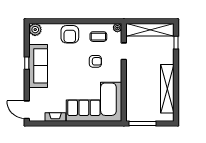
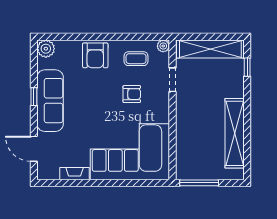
door: (27, 110) -> (34, 149), moved

